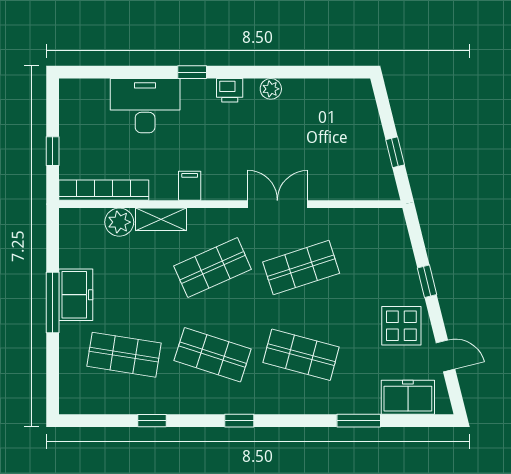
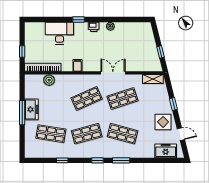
shelving: (161, 219) -> (153, 79), moved
shop shelf: (213, 355) -> (87, 134), turned -33
window: (359, 421) -> (121, 160), moved

